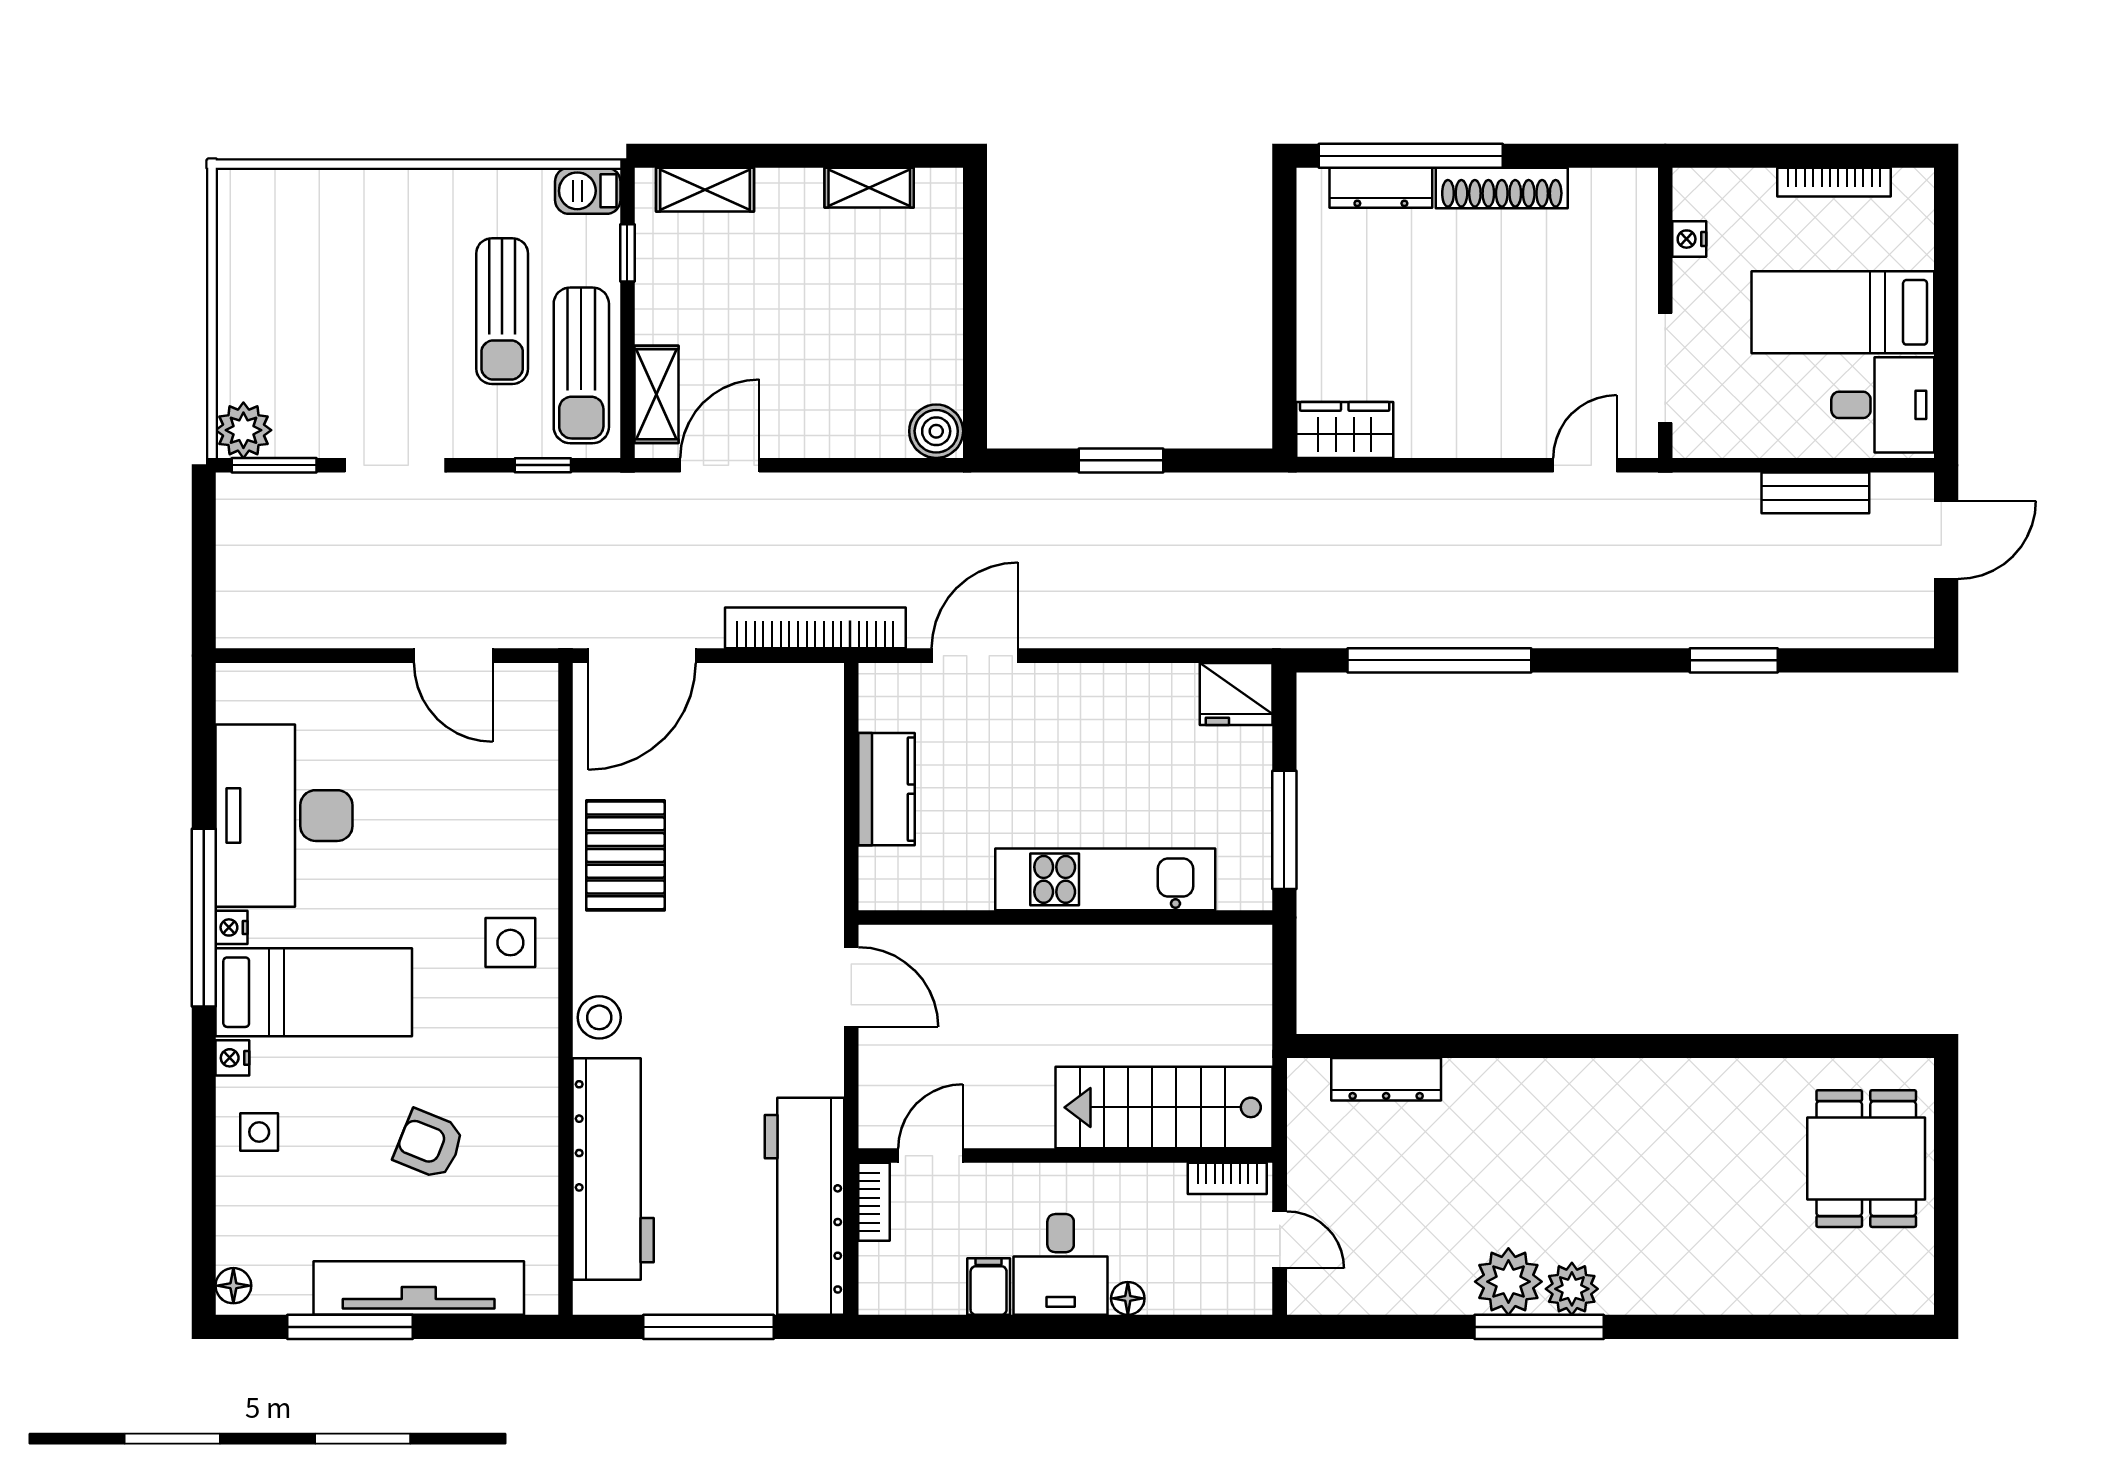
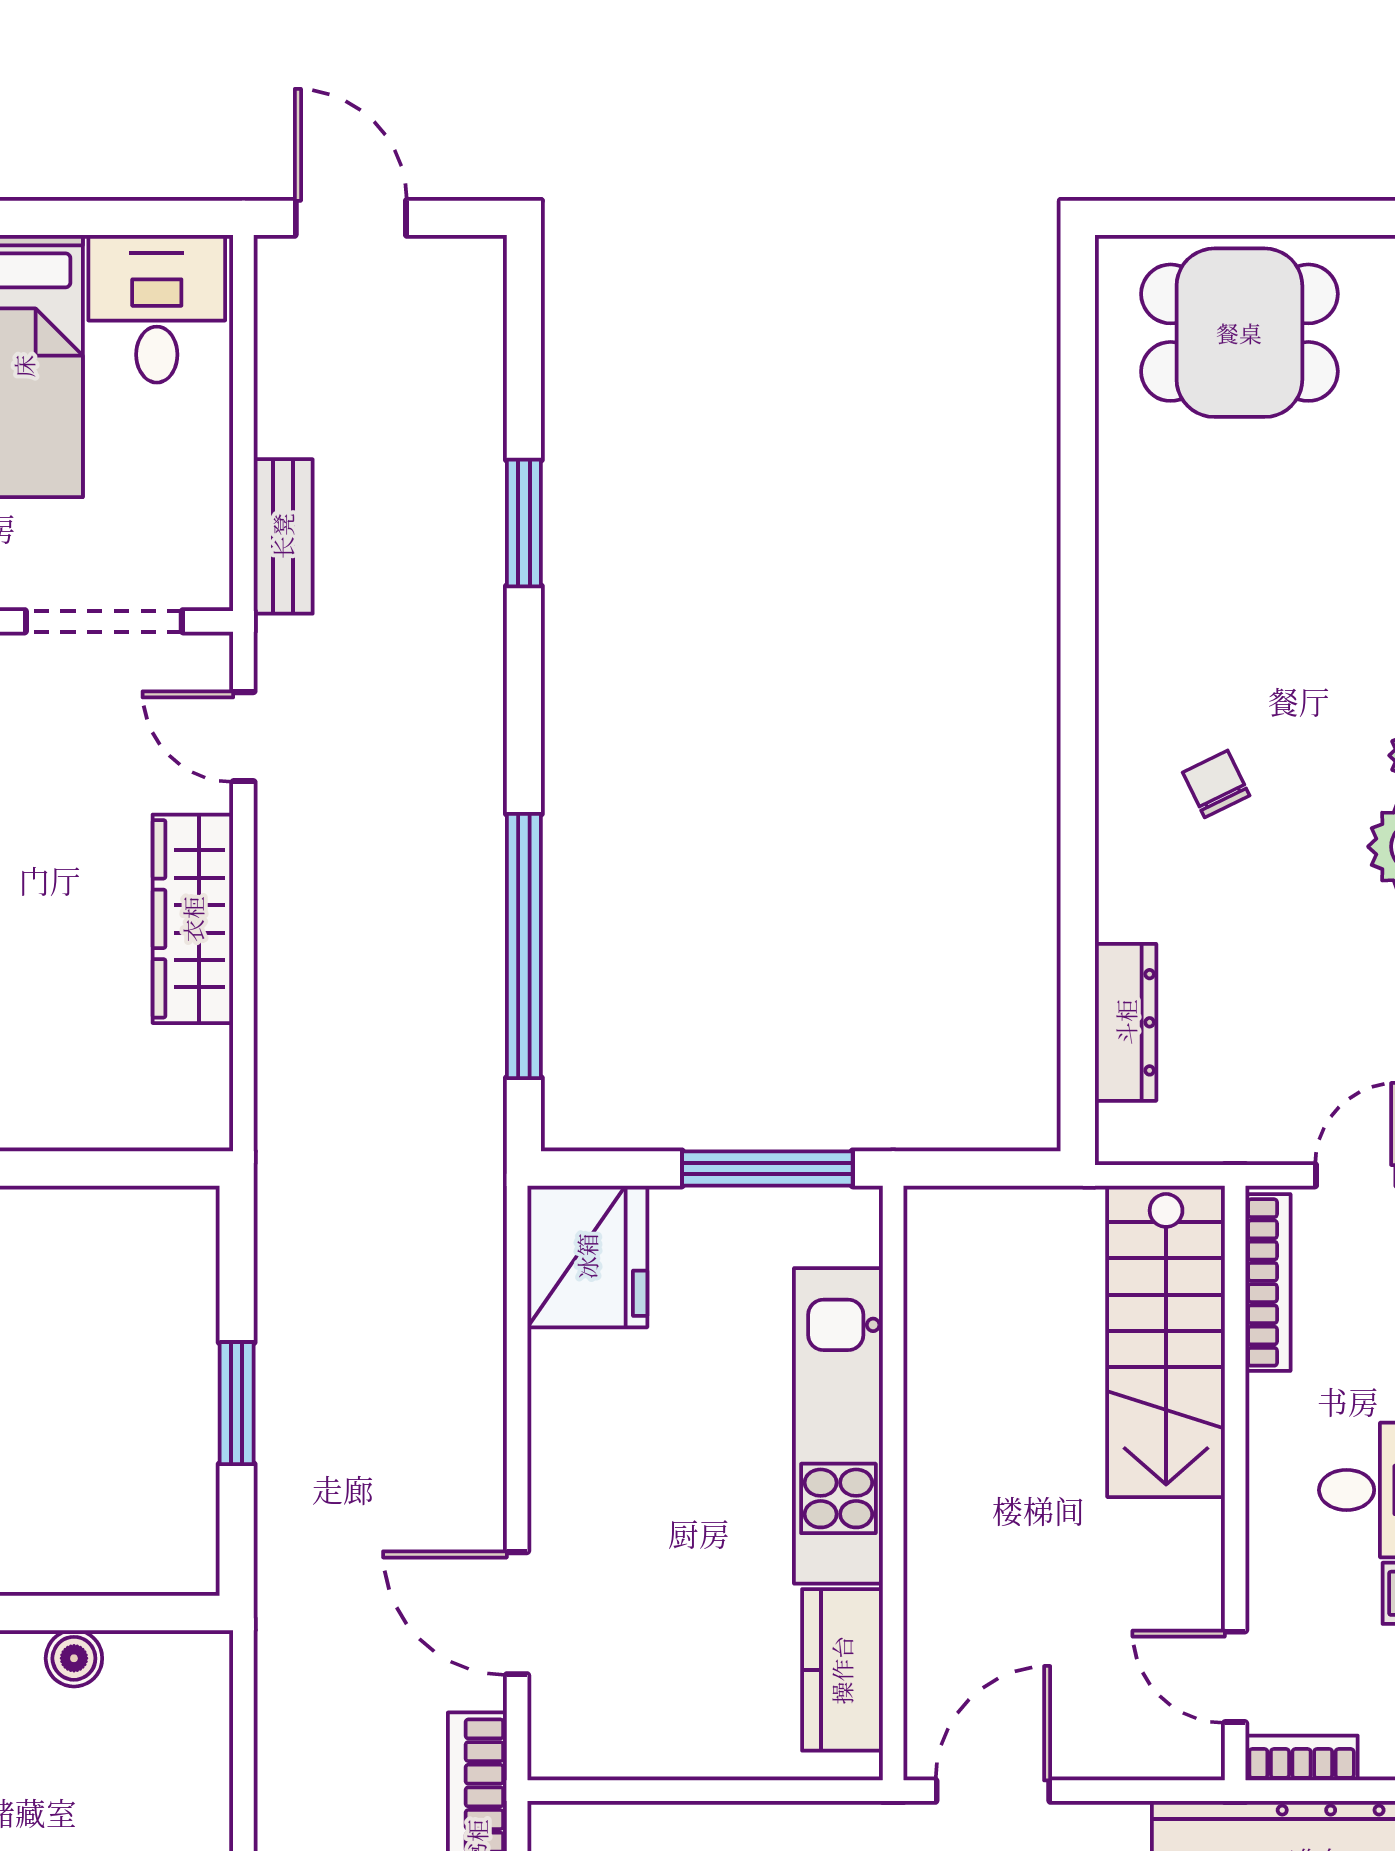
wardrobe: (1345, 430) -> (193, 919), moved, width x1.50
boiler: (936, 431) -> (74, 1658), moved, width x0.73, depth x0.73
bench: (1815, 493) -> (283, 536), moved
fridge: (1236, 694) -> (587, 1256), width x1.36, depth x1.34
kitchen counter: (886, 789) -> (842, 1670), moved, turned -90
chair: (1552, 1142) -> (1216, 784), added
bookcase: (1227, 1178) -> (1268, 1282), width x1.56

